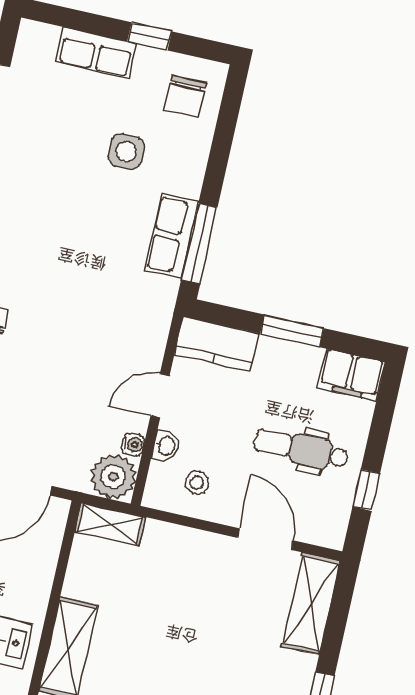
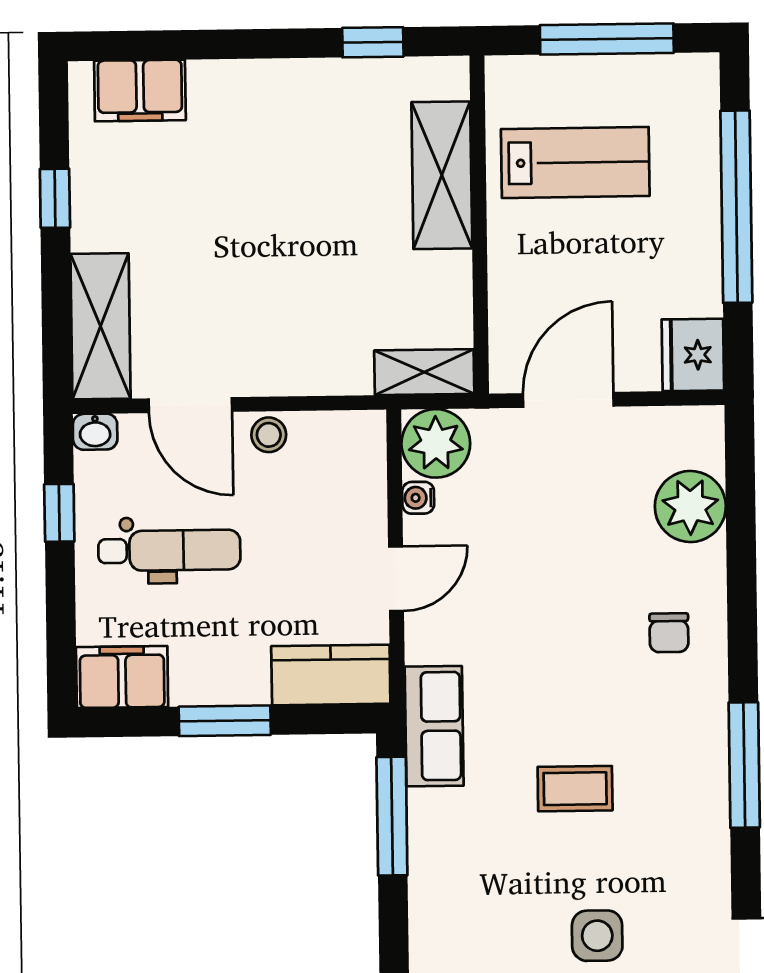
side table: (126, 152) -> (597, 936), moved
coffee table: (77, 233) -> (575, 789), added
row of seats: (172, 236) -> (434, 726), moved
washbasin: (166, 446) -> (95, 432), moved, turned -90
stool: (197, 483) -> (269, 435), moved

